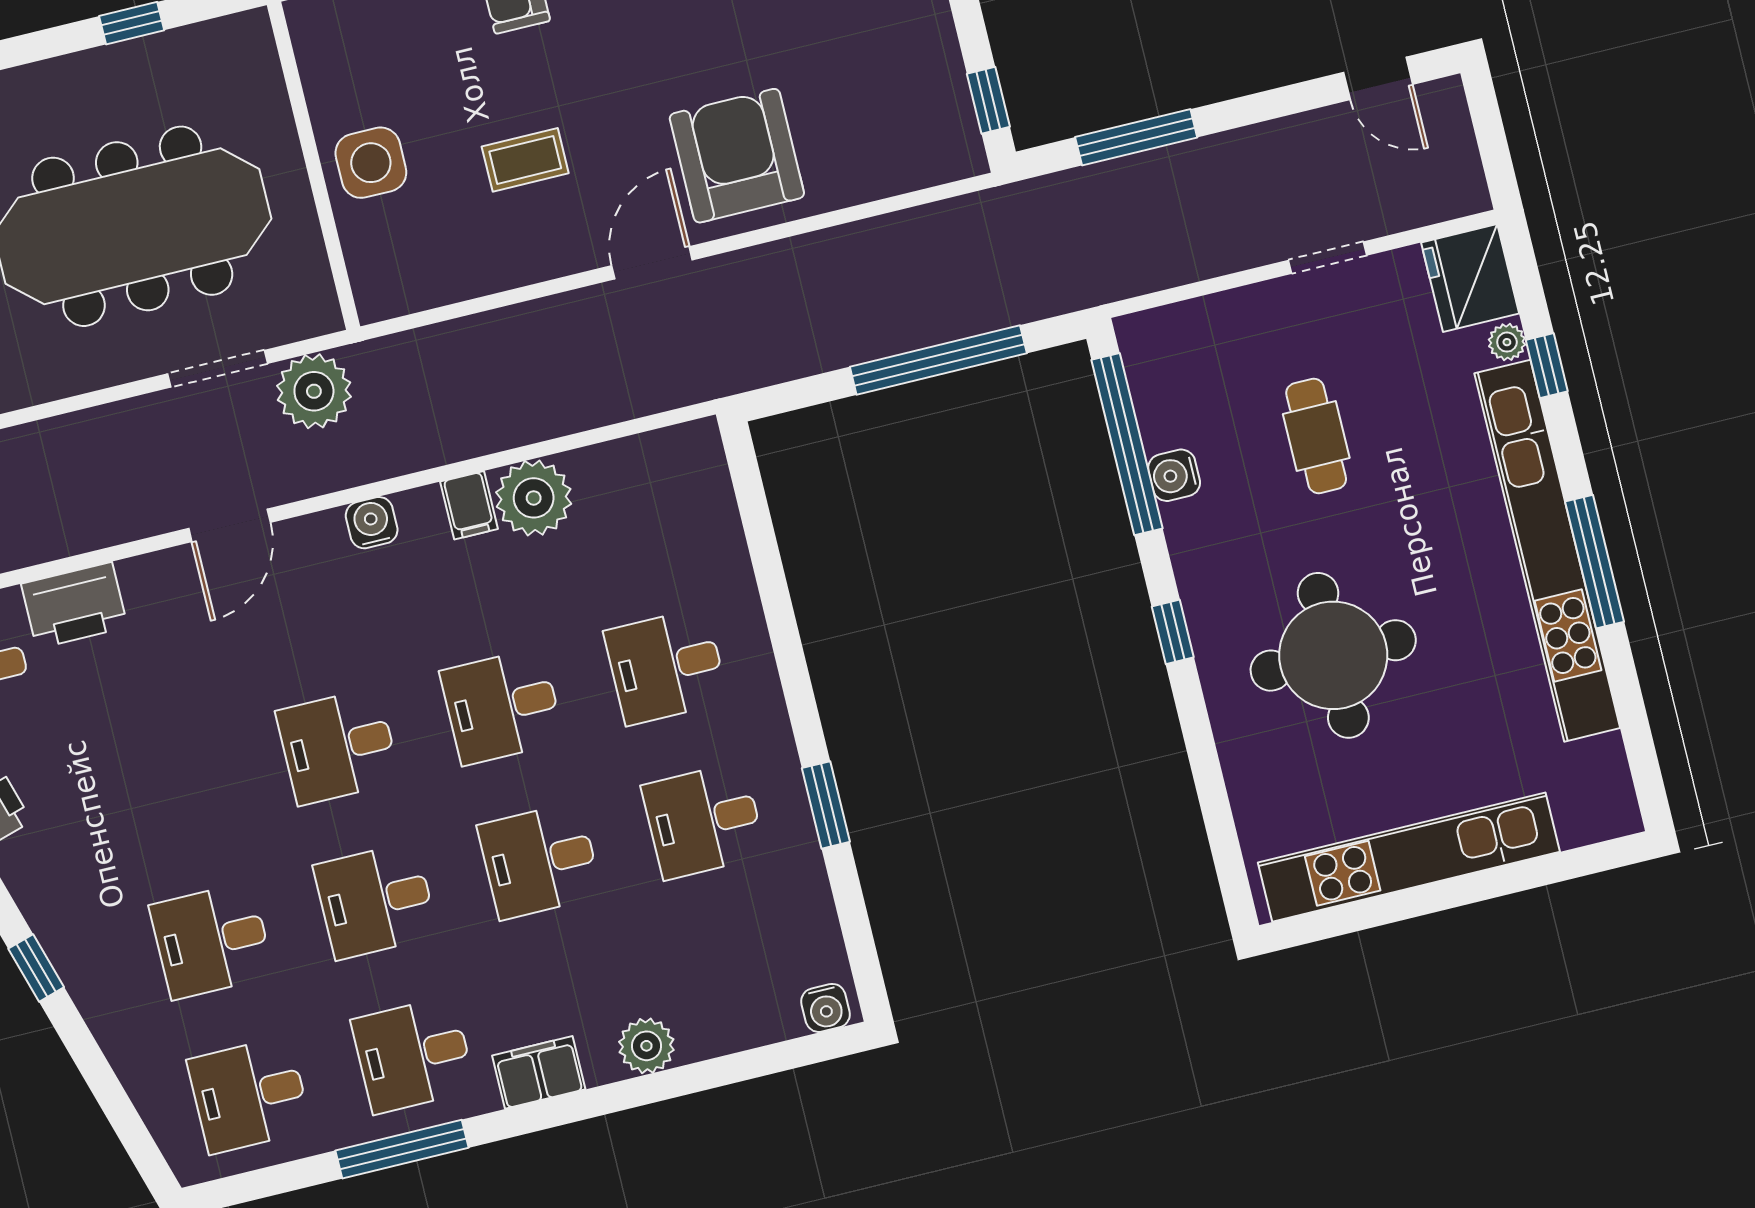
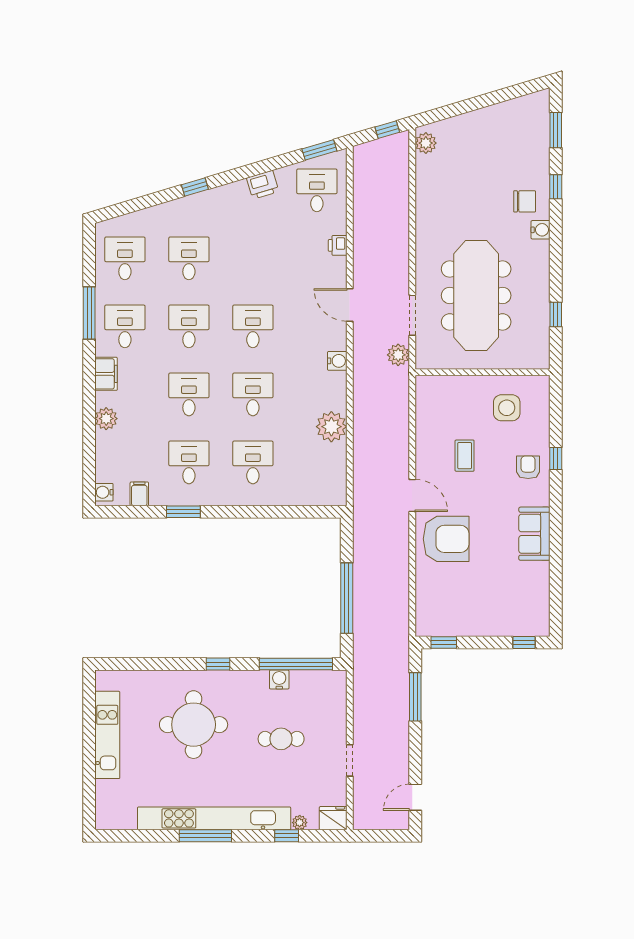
side table: (371, 163) -> (507, 408), moved
fridge: (1470, 278) -> (333, 818), width x0.73, depth x0.75
plant: (314, 391) -> (398, 355), width x0.73, depth x0.73
filing cabinet: (469, 505) -> (139, 494), moved, turned 90
printer: (74, 605) -> (338, 245), width x0.53, depth x0.68
kitchen unit: (1409, 857) -> (107, 735), width x0.73

